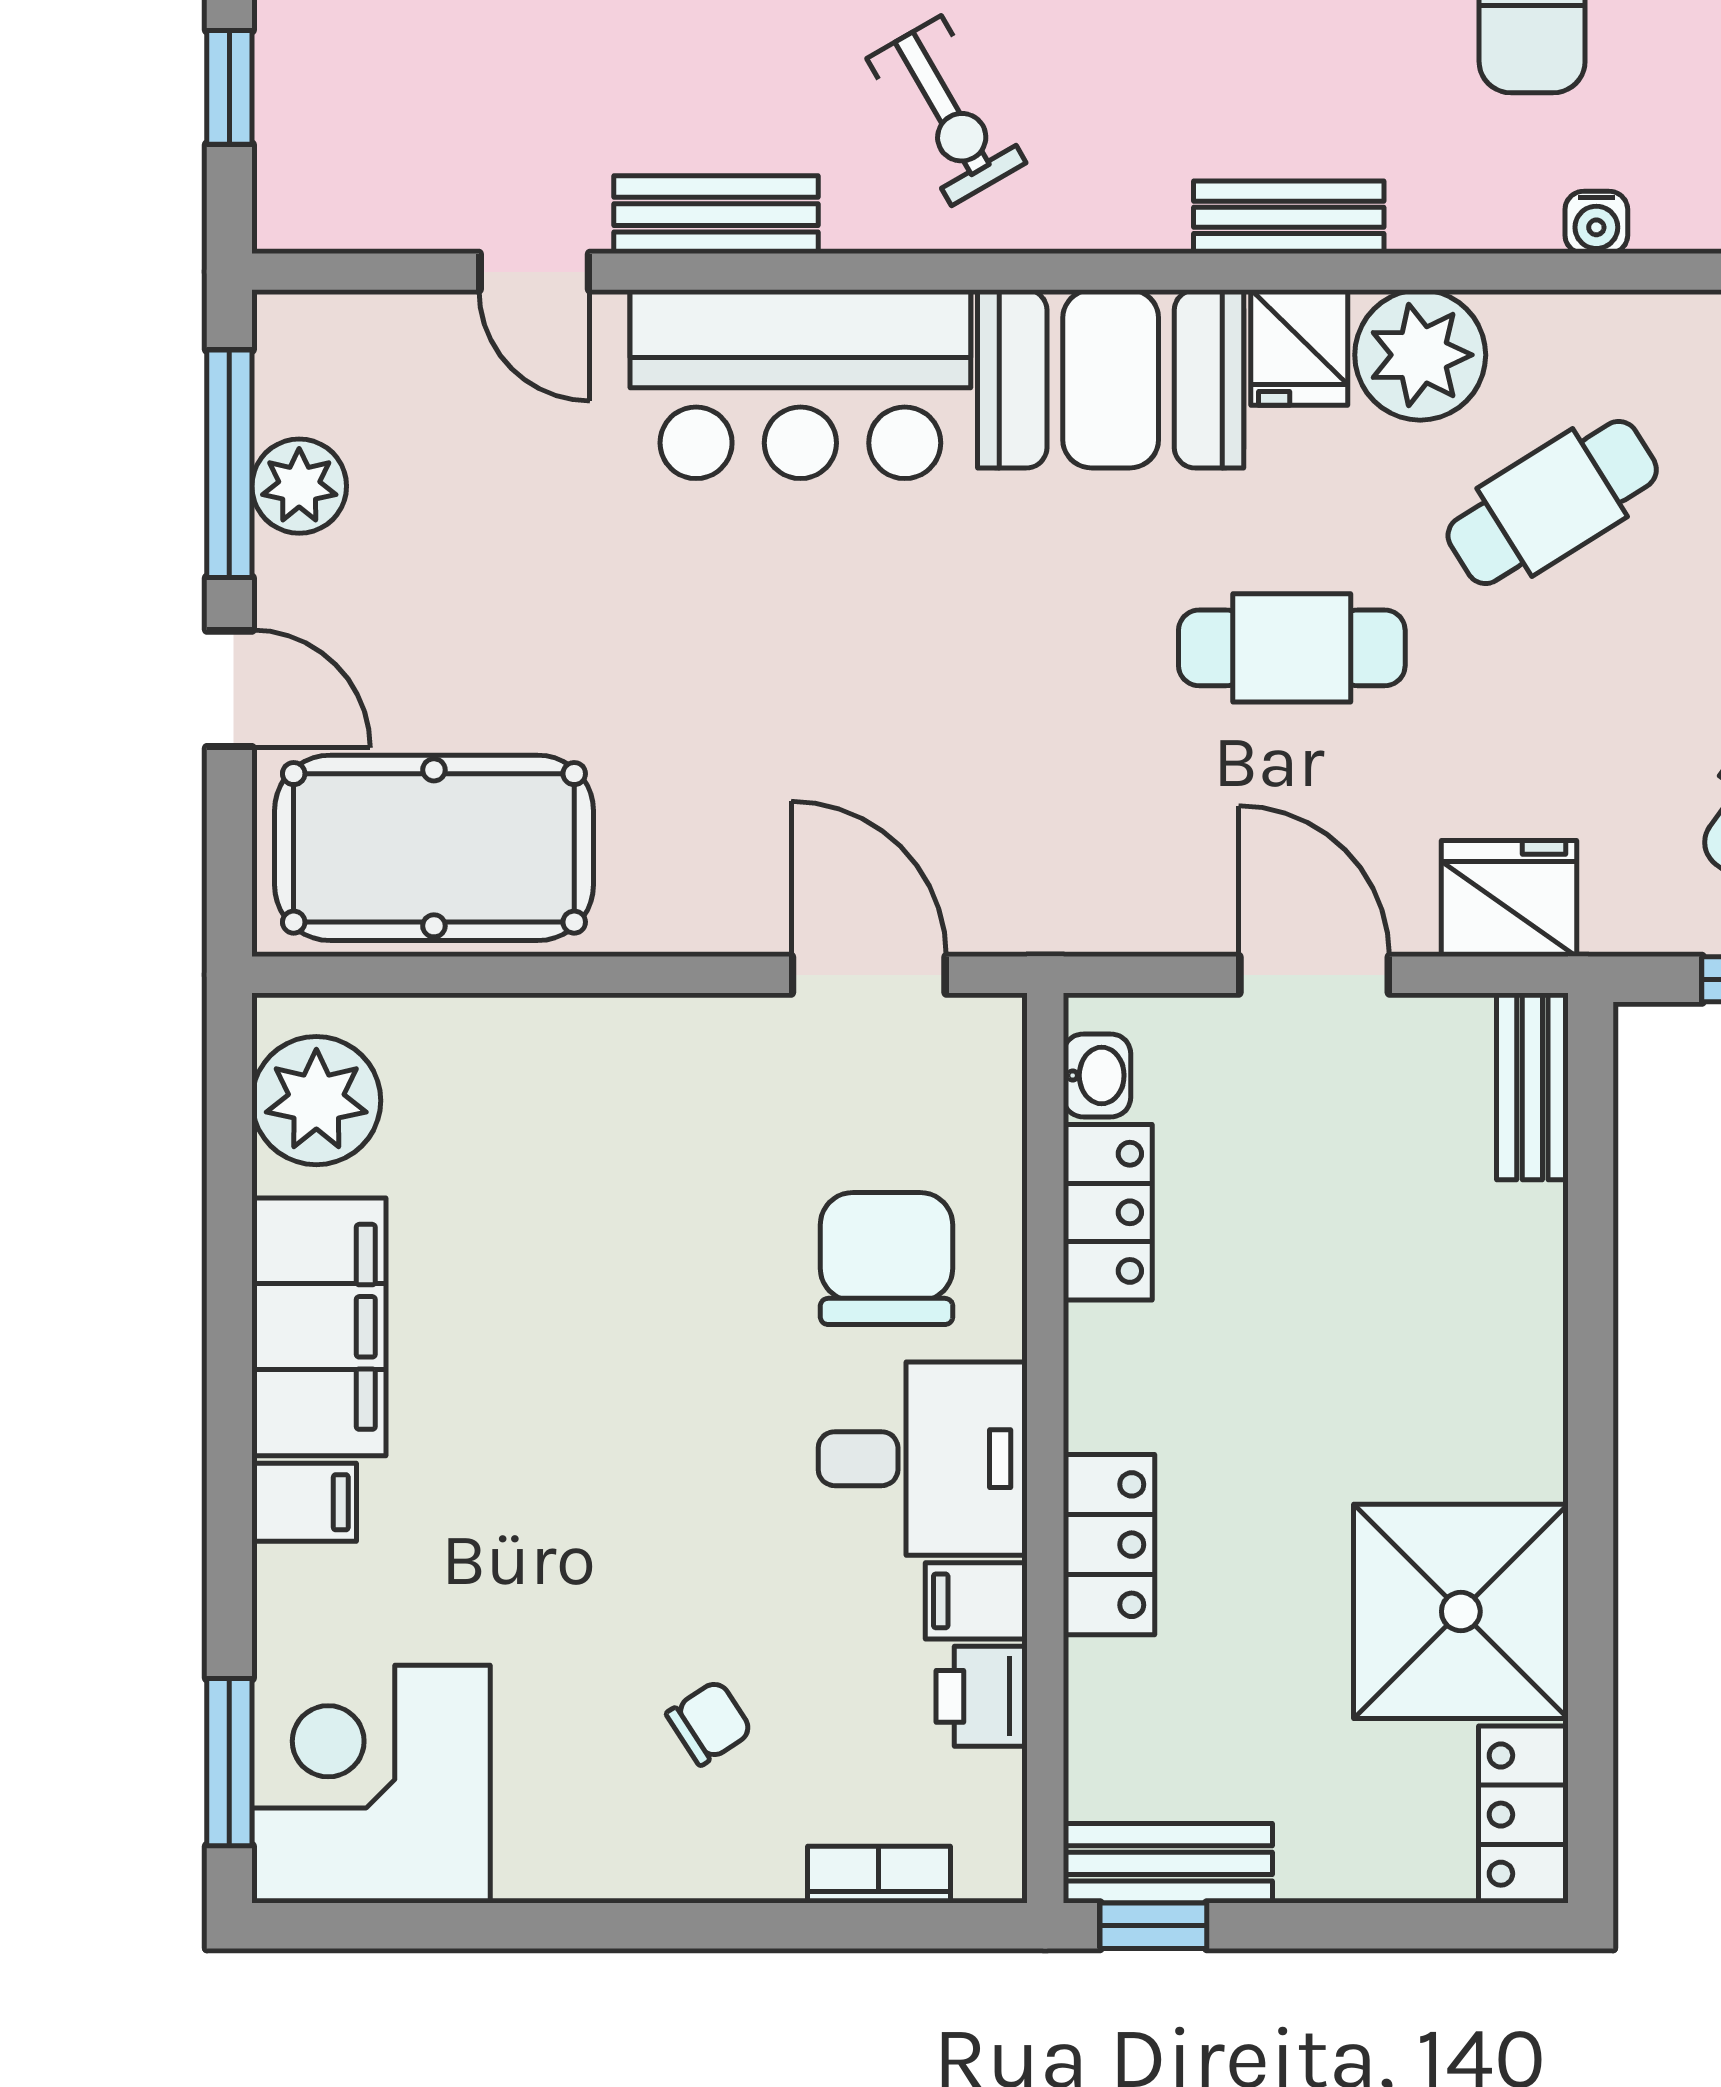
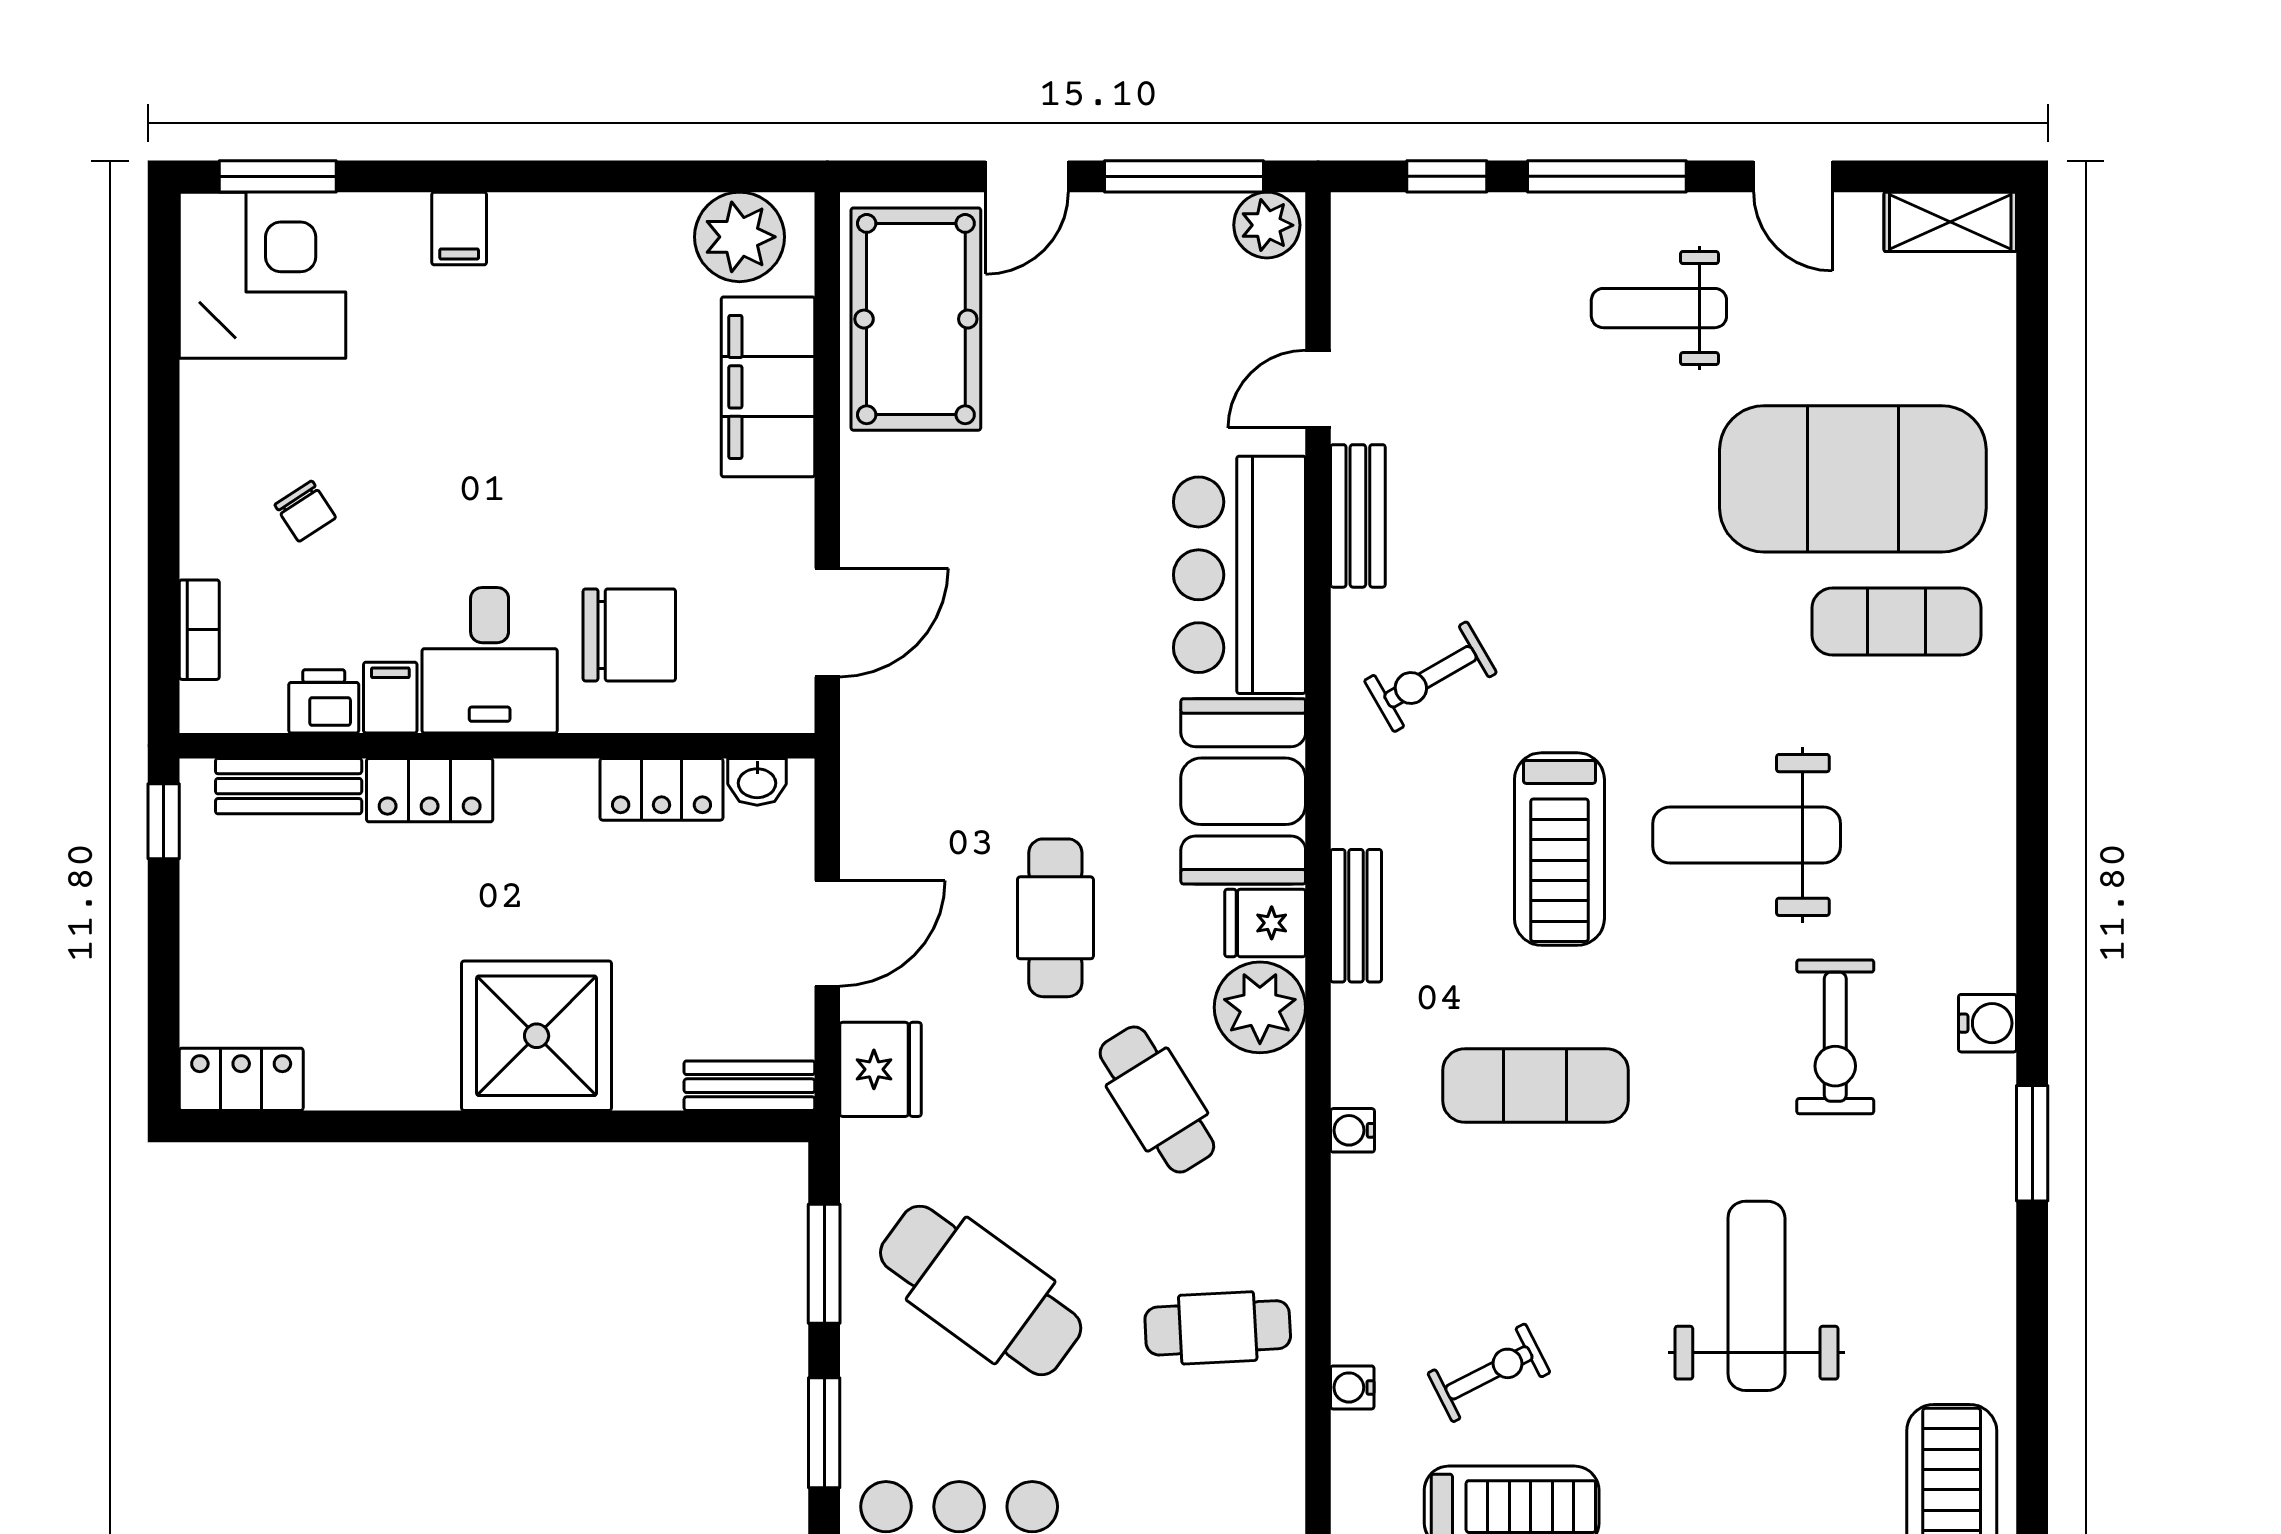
plant: (299, 486) -> (1267, 225), moved
filing cabinet: (319, 1327) -> (768, 387), moved, turned 90
shower: (1461, 1611) -> (537, 1036), moved
bench: (1168, 1863) -> (289, 786), moved, turned 90

